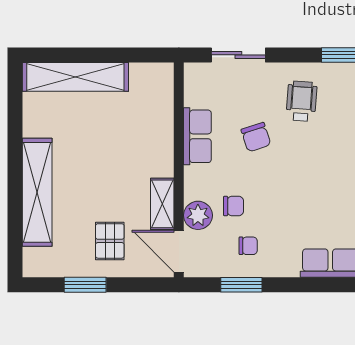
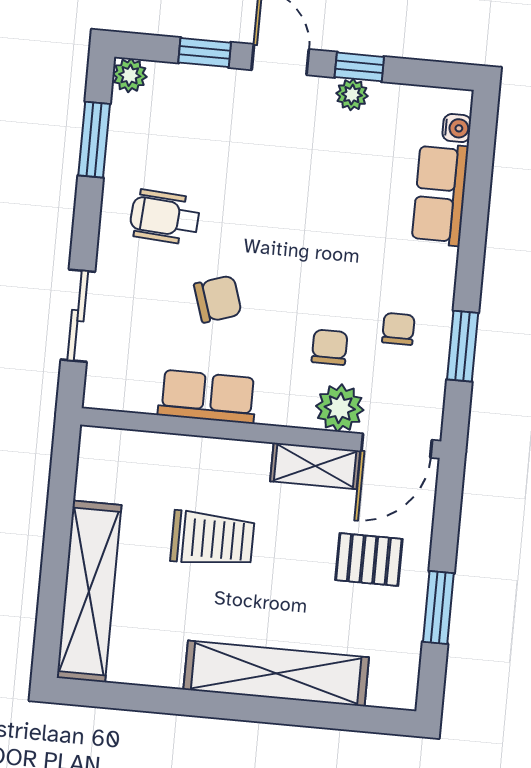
trolley: (113, 147) -> (212, 539), added

